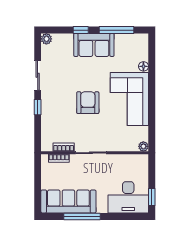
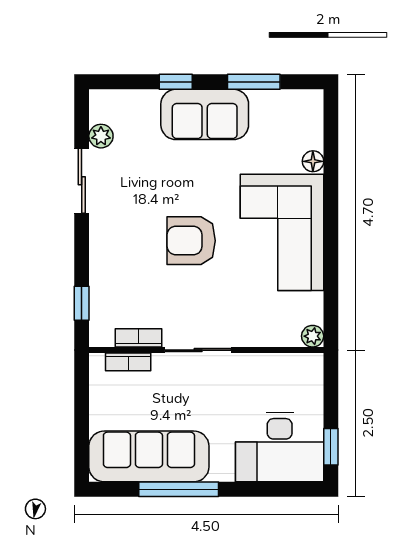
window: (116, 30) -> (254, 82), width x0.69
plant: (46, 39) -> (101, 136), moved
armchair: (88, 103) -> (191, 241), turned -90
window: (38, 107) -> (82, 303), moved

